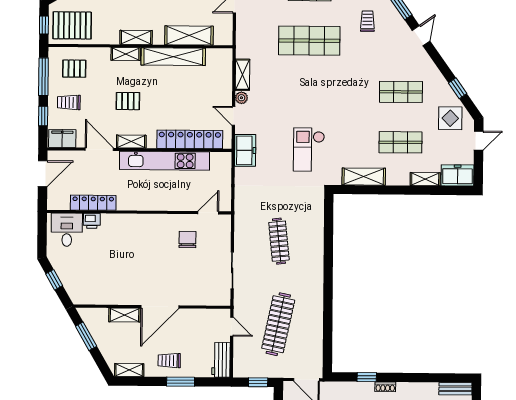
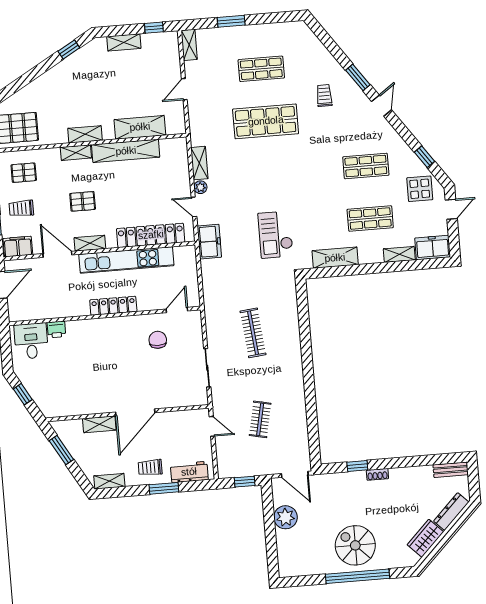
locker: (93, 203) -> (113, 306), moved
clothes rail: (278, 324) -> (260, 419), width x0.54, depth x0.76
workbench: (221, 360) -> (189, 472), moved, turned 90

